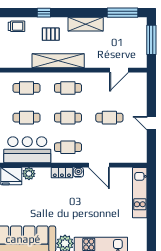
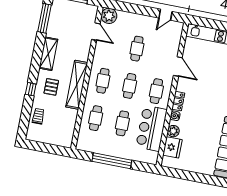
plant: (139, 81) -> (109, 16), added
door: (151, 123) -> (165, 15), moved
door: (99, 165) -> (178, 66), hinge flipped
water cooler: (78, 172) -> (175, 116), moved

